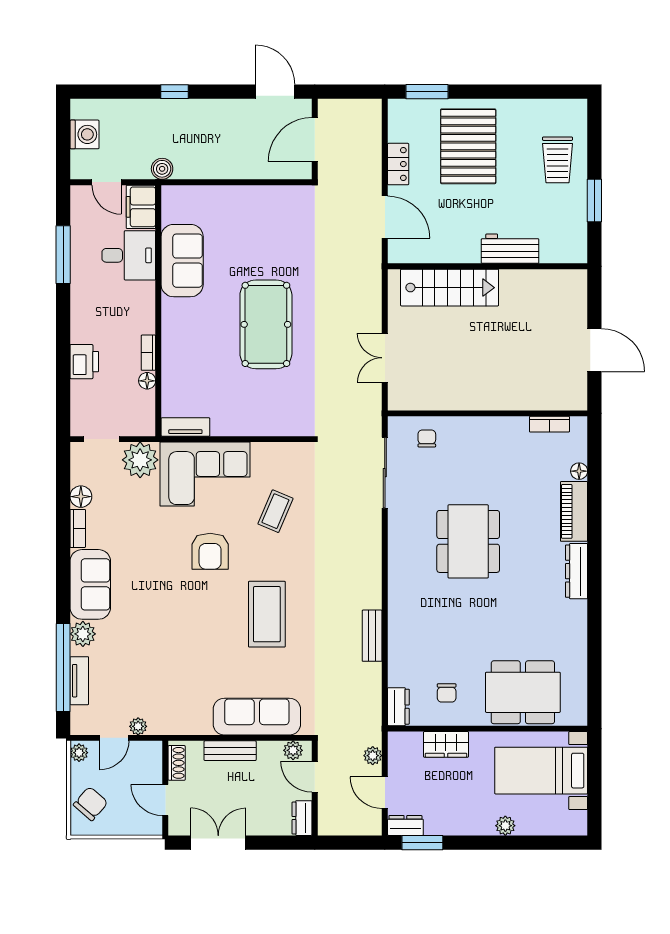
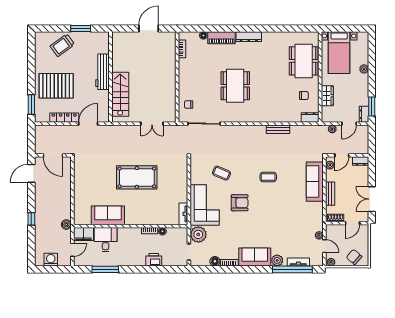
trolley: (558, 160) -> (62, 45), turned 144
locker: (398, 164) -> (64, 118), width x1.53
workbench: (510, 249) -> (103, 72), width x1.38
dining table: (468, 541) -> (235, 86), turned 90
coffee table: (267, 614) -> (268, 177), width x0.54, depth x0.58

